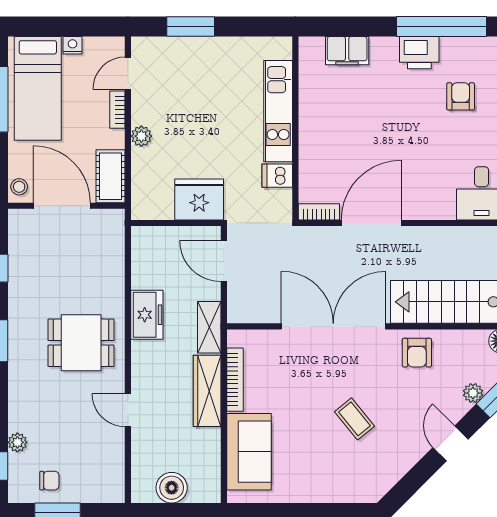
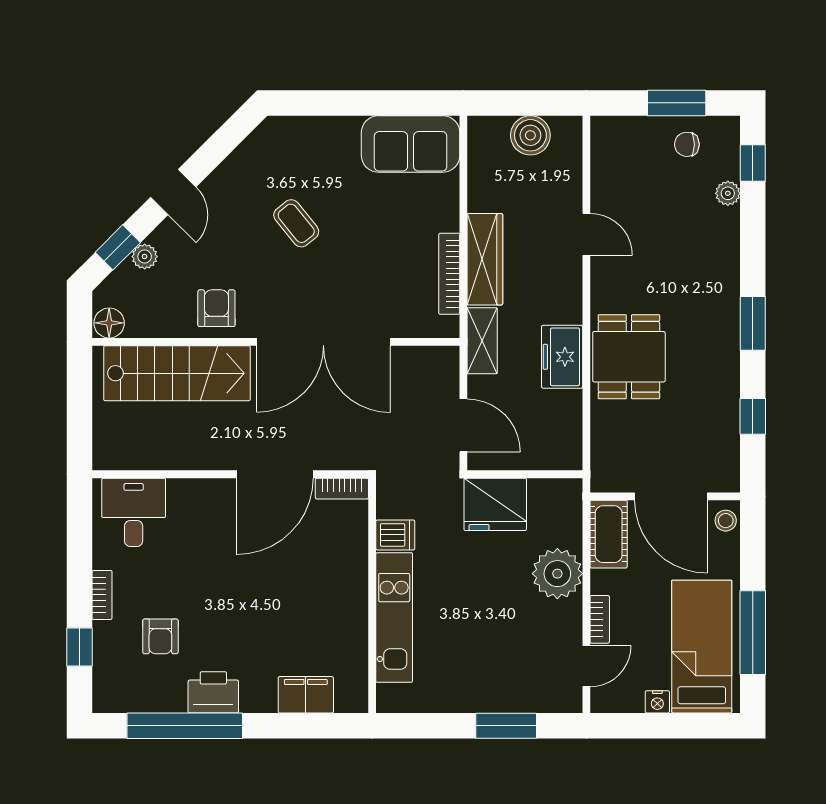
plant: (141, 136) -> (557, 574), width x1.87, depth x1.87
dining table: (81, 343) -> (629, 357), moved, turned 90
sofa: (249, 452) -> (411, 144), moved, turned -90

